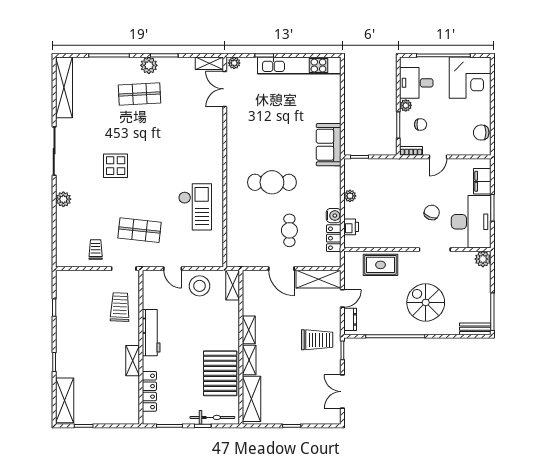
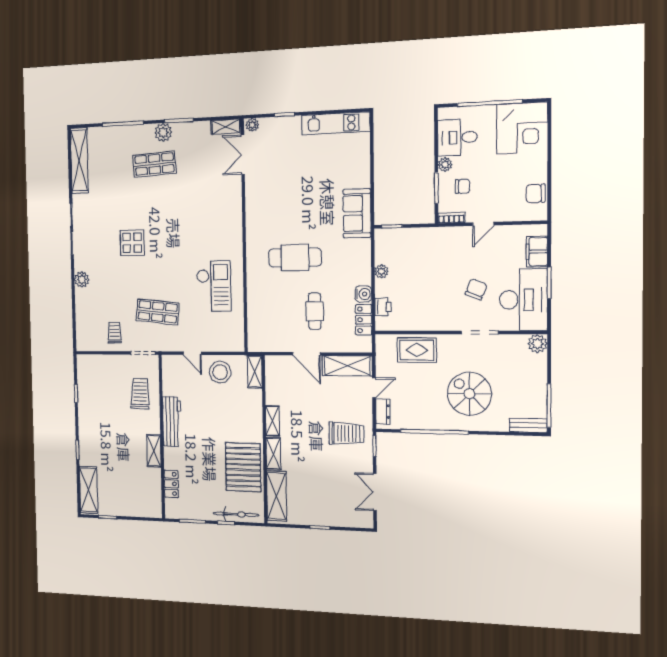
kitchen unit: (299, 66) -> (336, 123), width x0.73
locker: (149, 391) -> (171, 484), width x0.66

